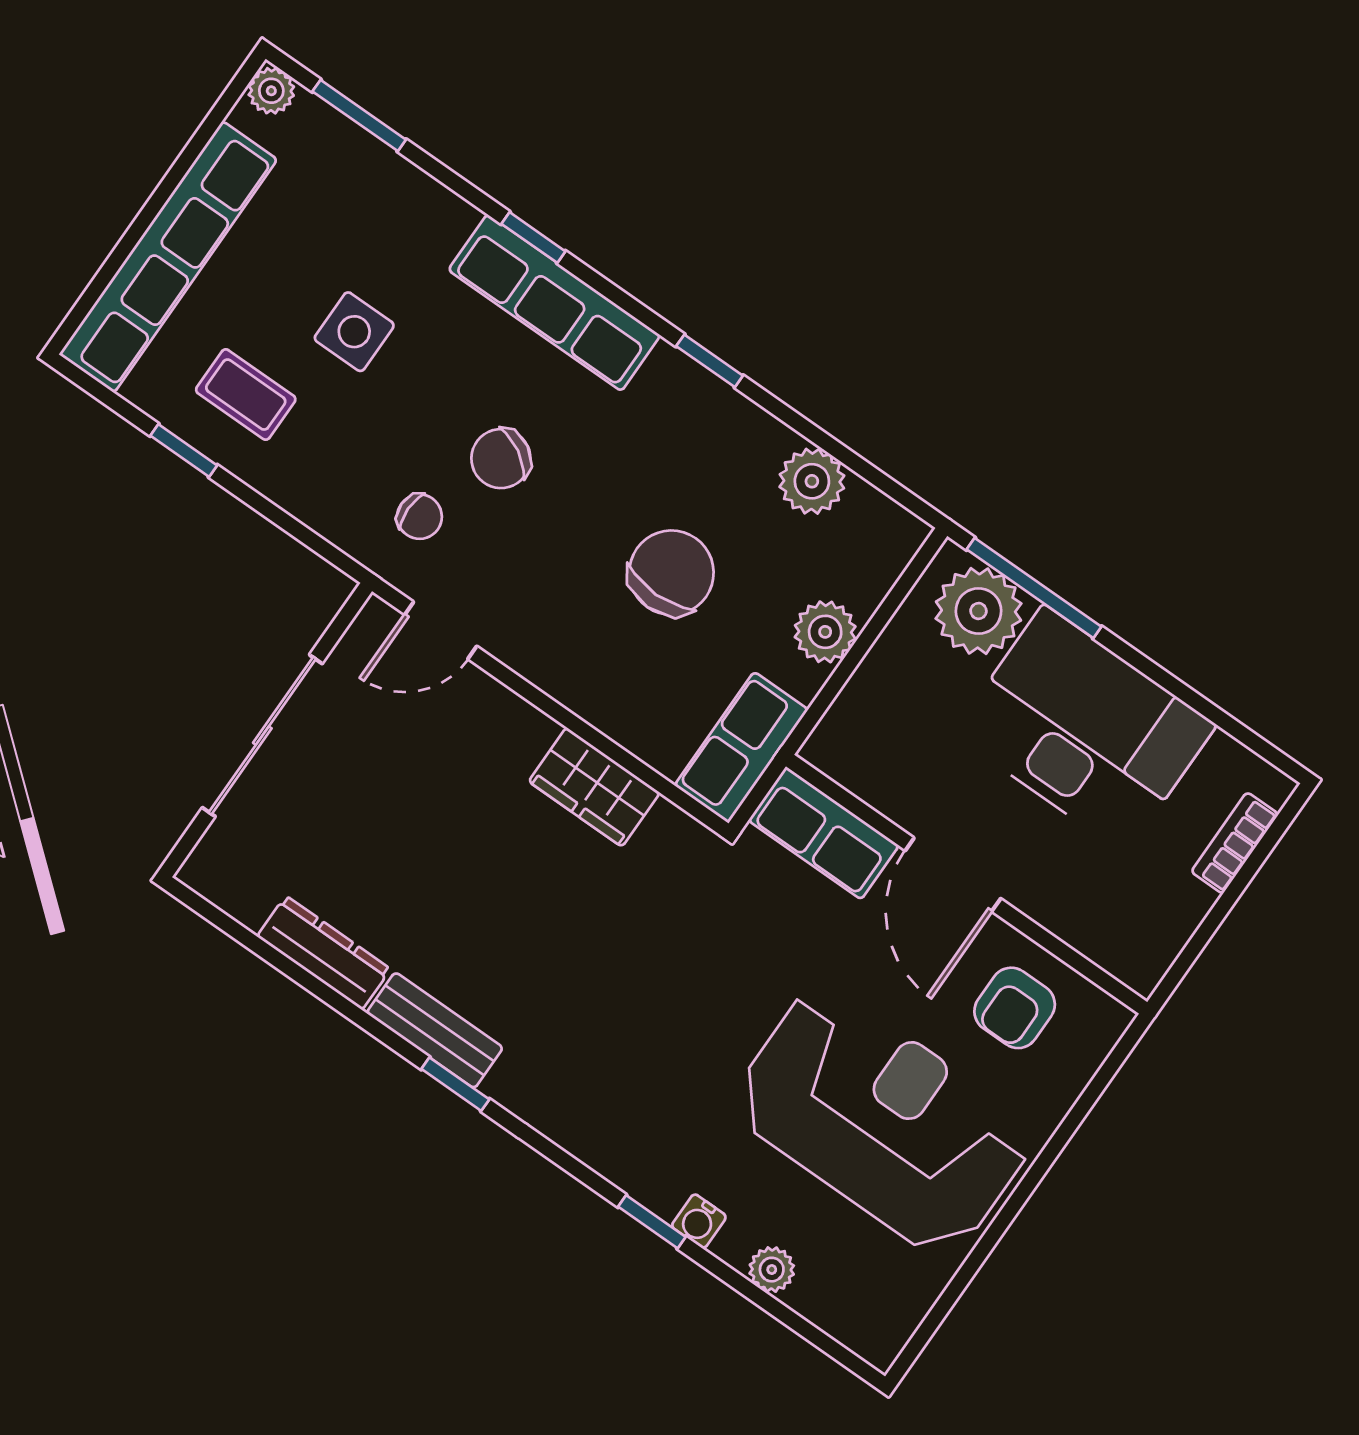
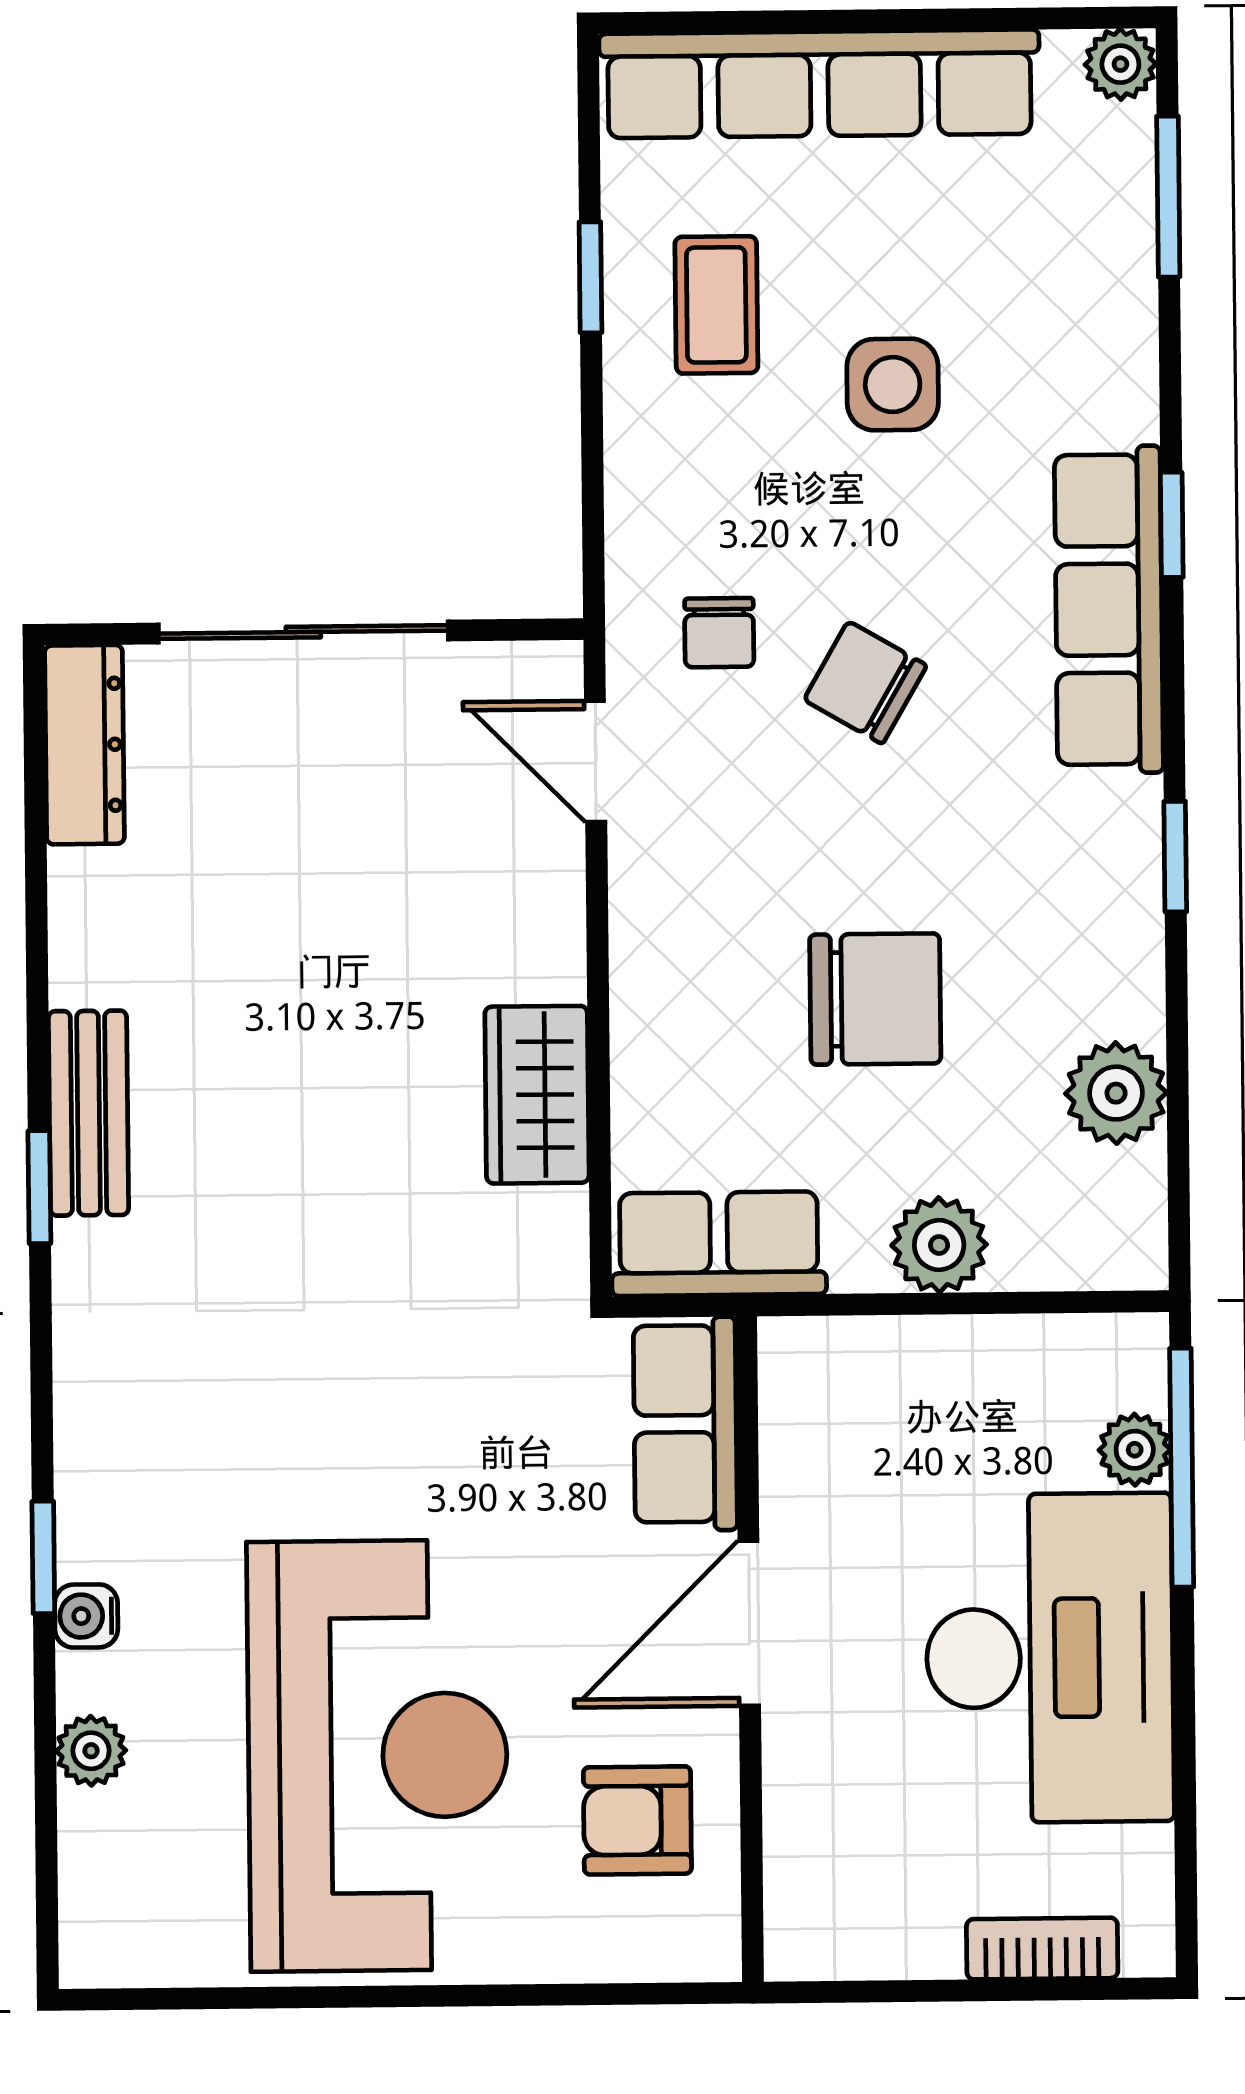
plant: (978, 611) -> (1135, 1450), width x0.53, depth x0.53
dresser: (324, 953) -> (85, 745), moved

